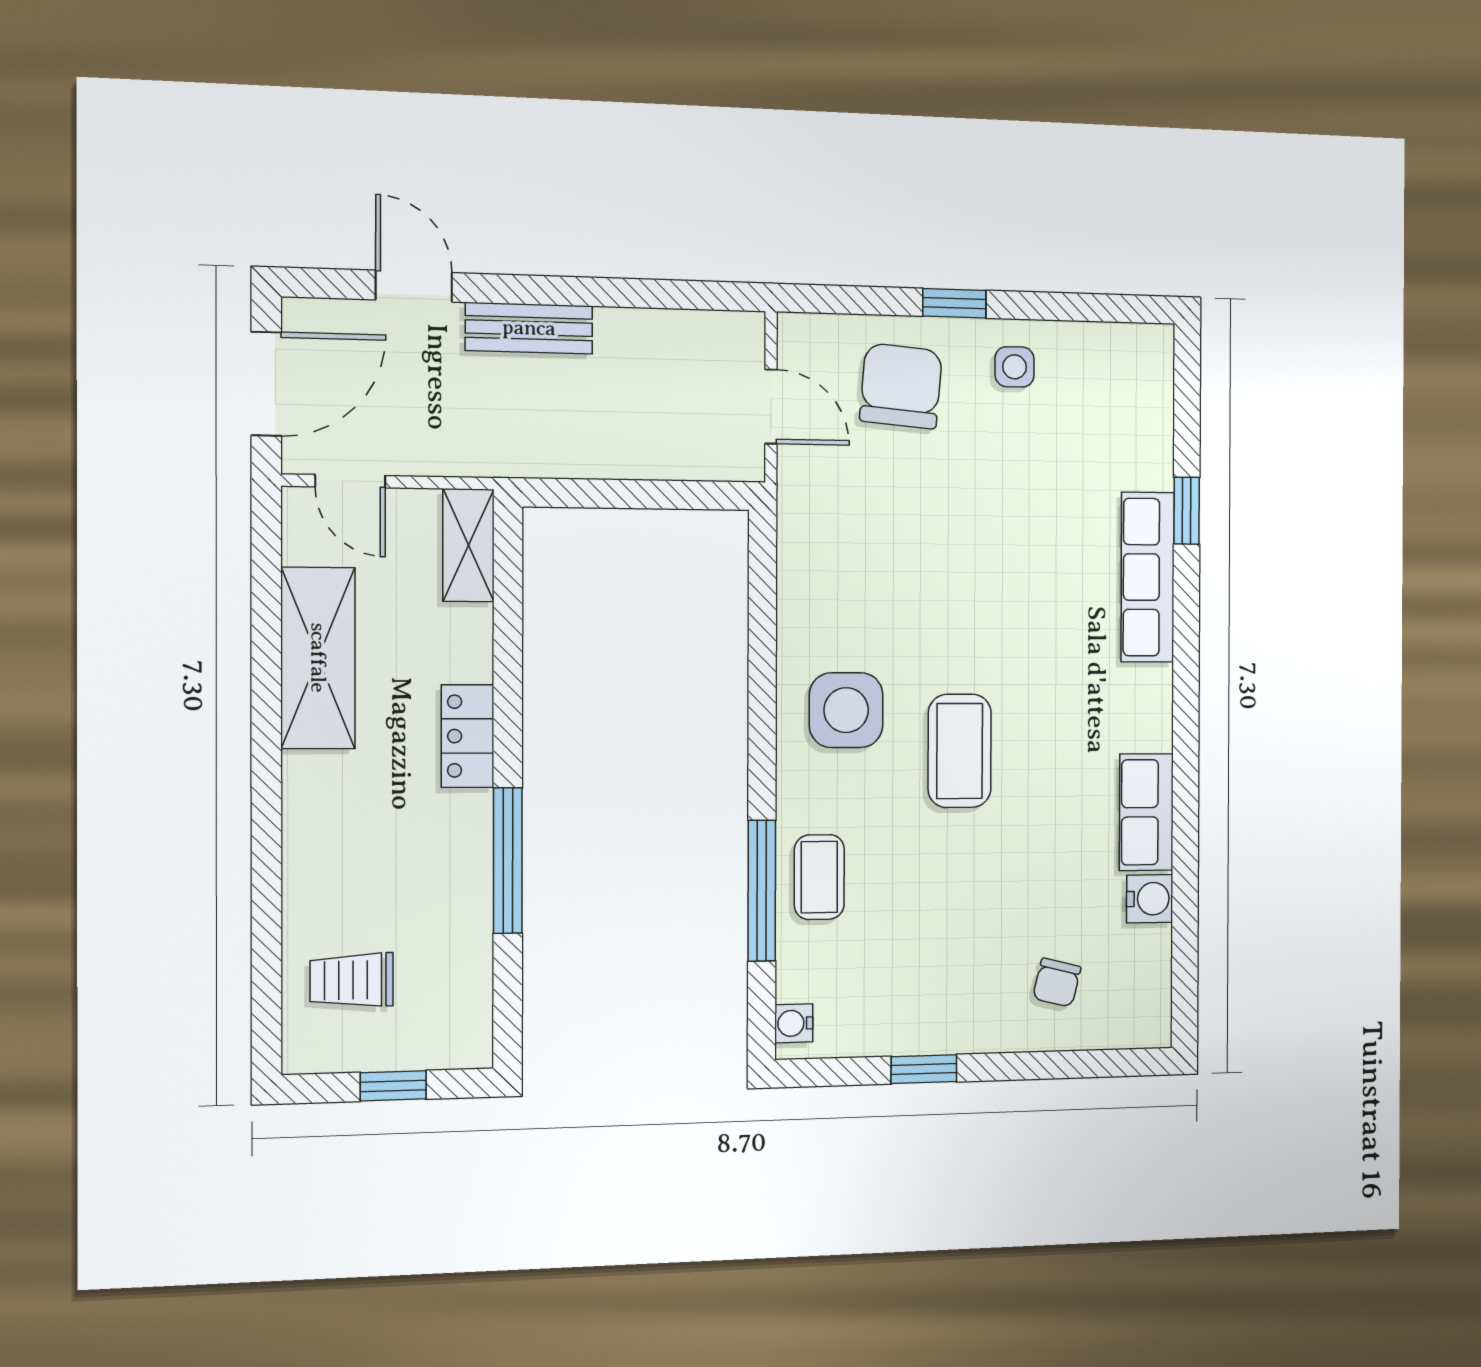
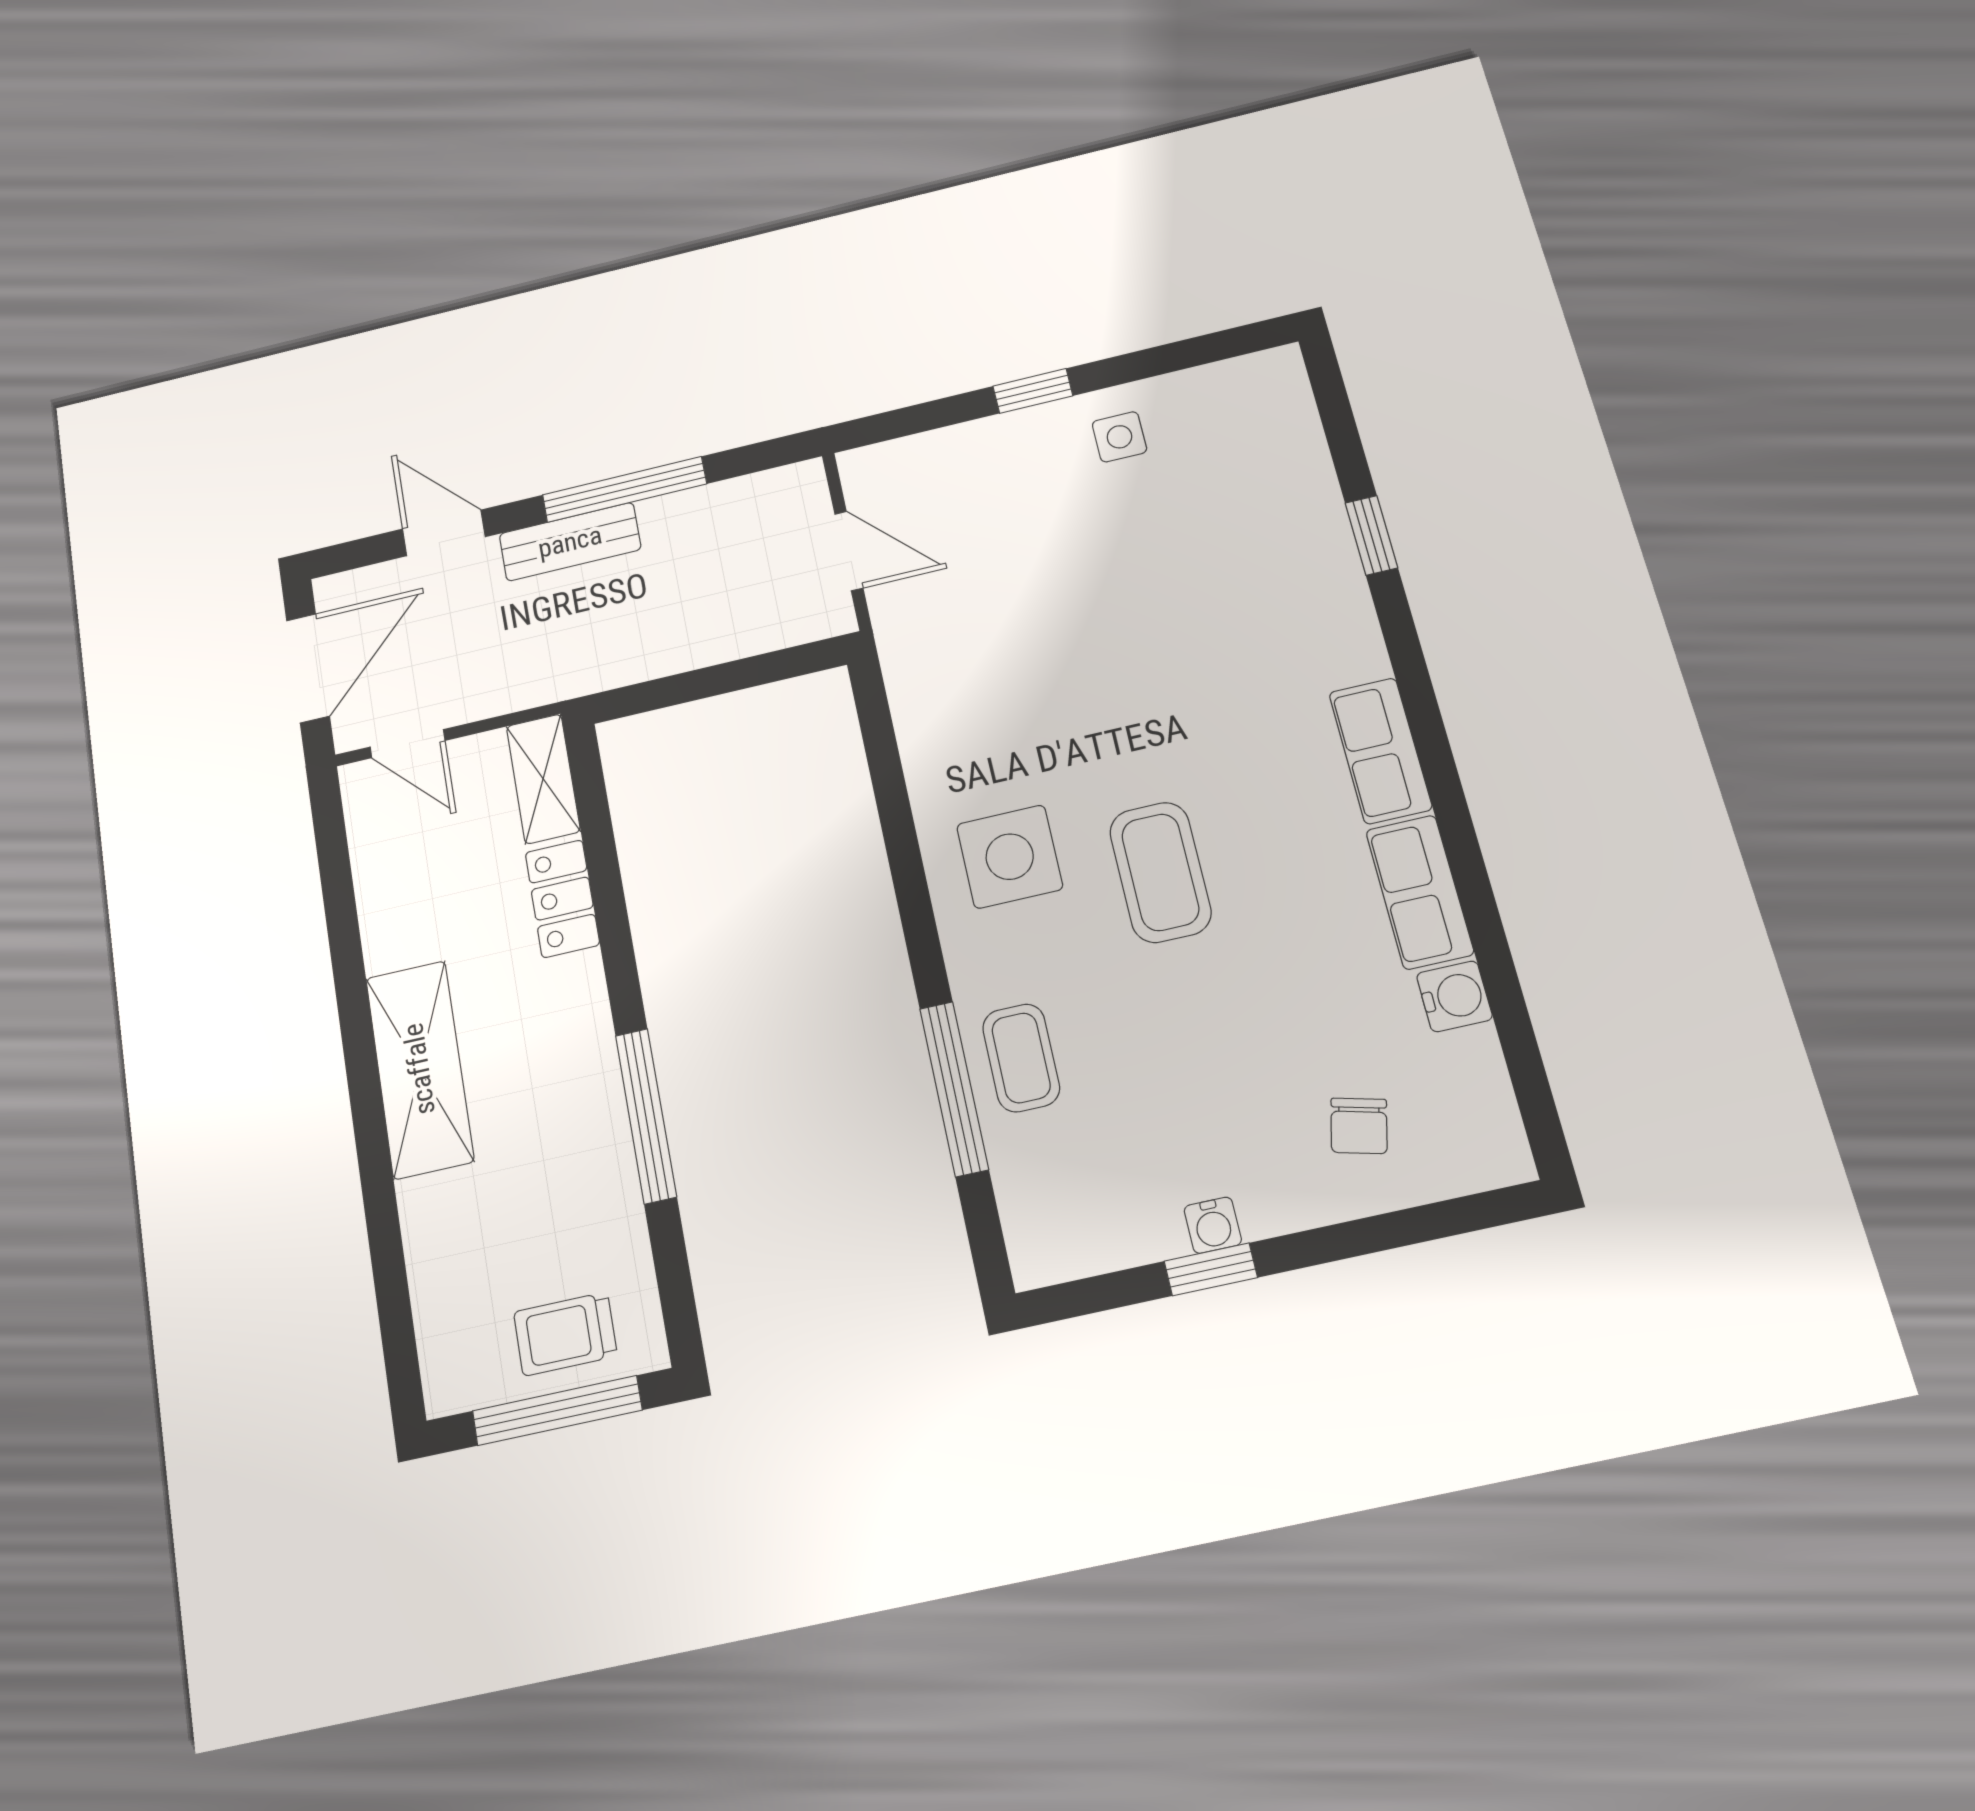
window: (587, 292) -> (624, 489), added
chair: (901, 386) -> (992, 491), removed
row of seats: (1148, 577) -> (1380, 751), moved, width x0.68
shelving: (318, 658) -> (419, 1069), moved
locker: (468, 736) -> (562, 899), moved
trolley: (352, 980) -> (565, 1334), moved
water cooler: (794, 1023) -> (1213, 1225), moved, turned -90
window: (393, 1086) -> (557, 1410), width x2.17

